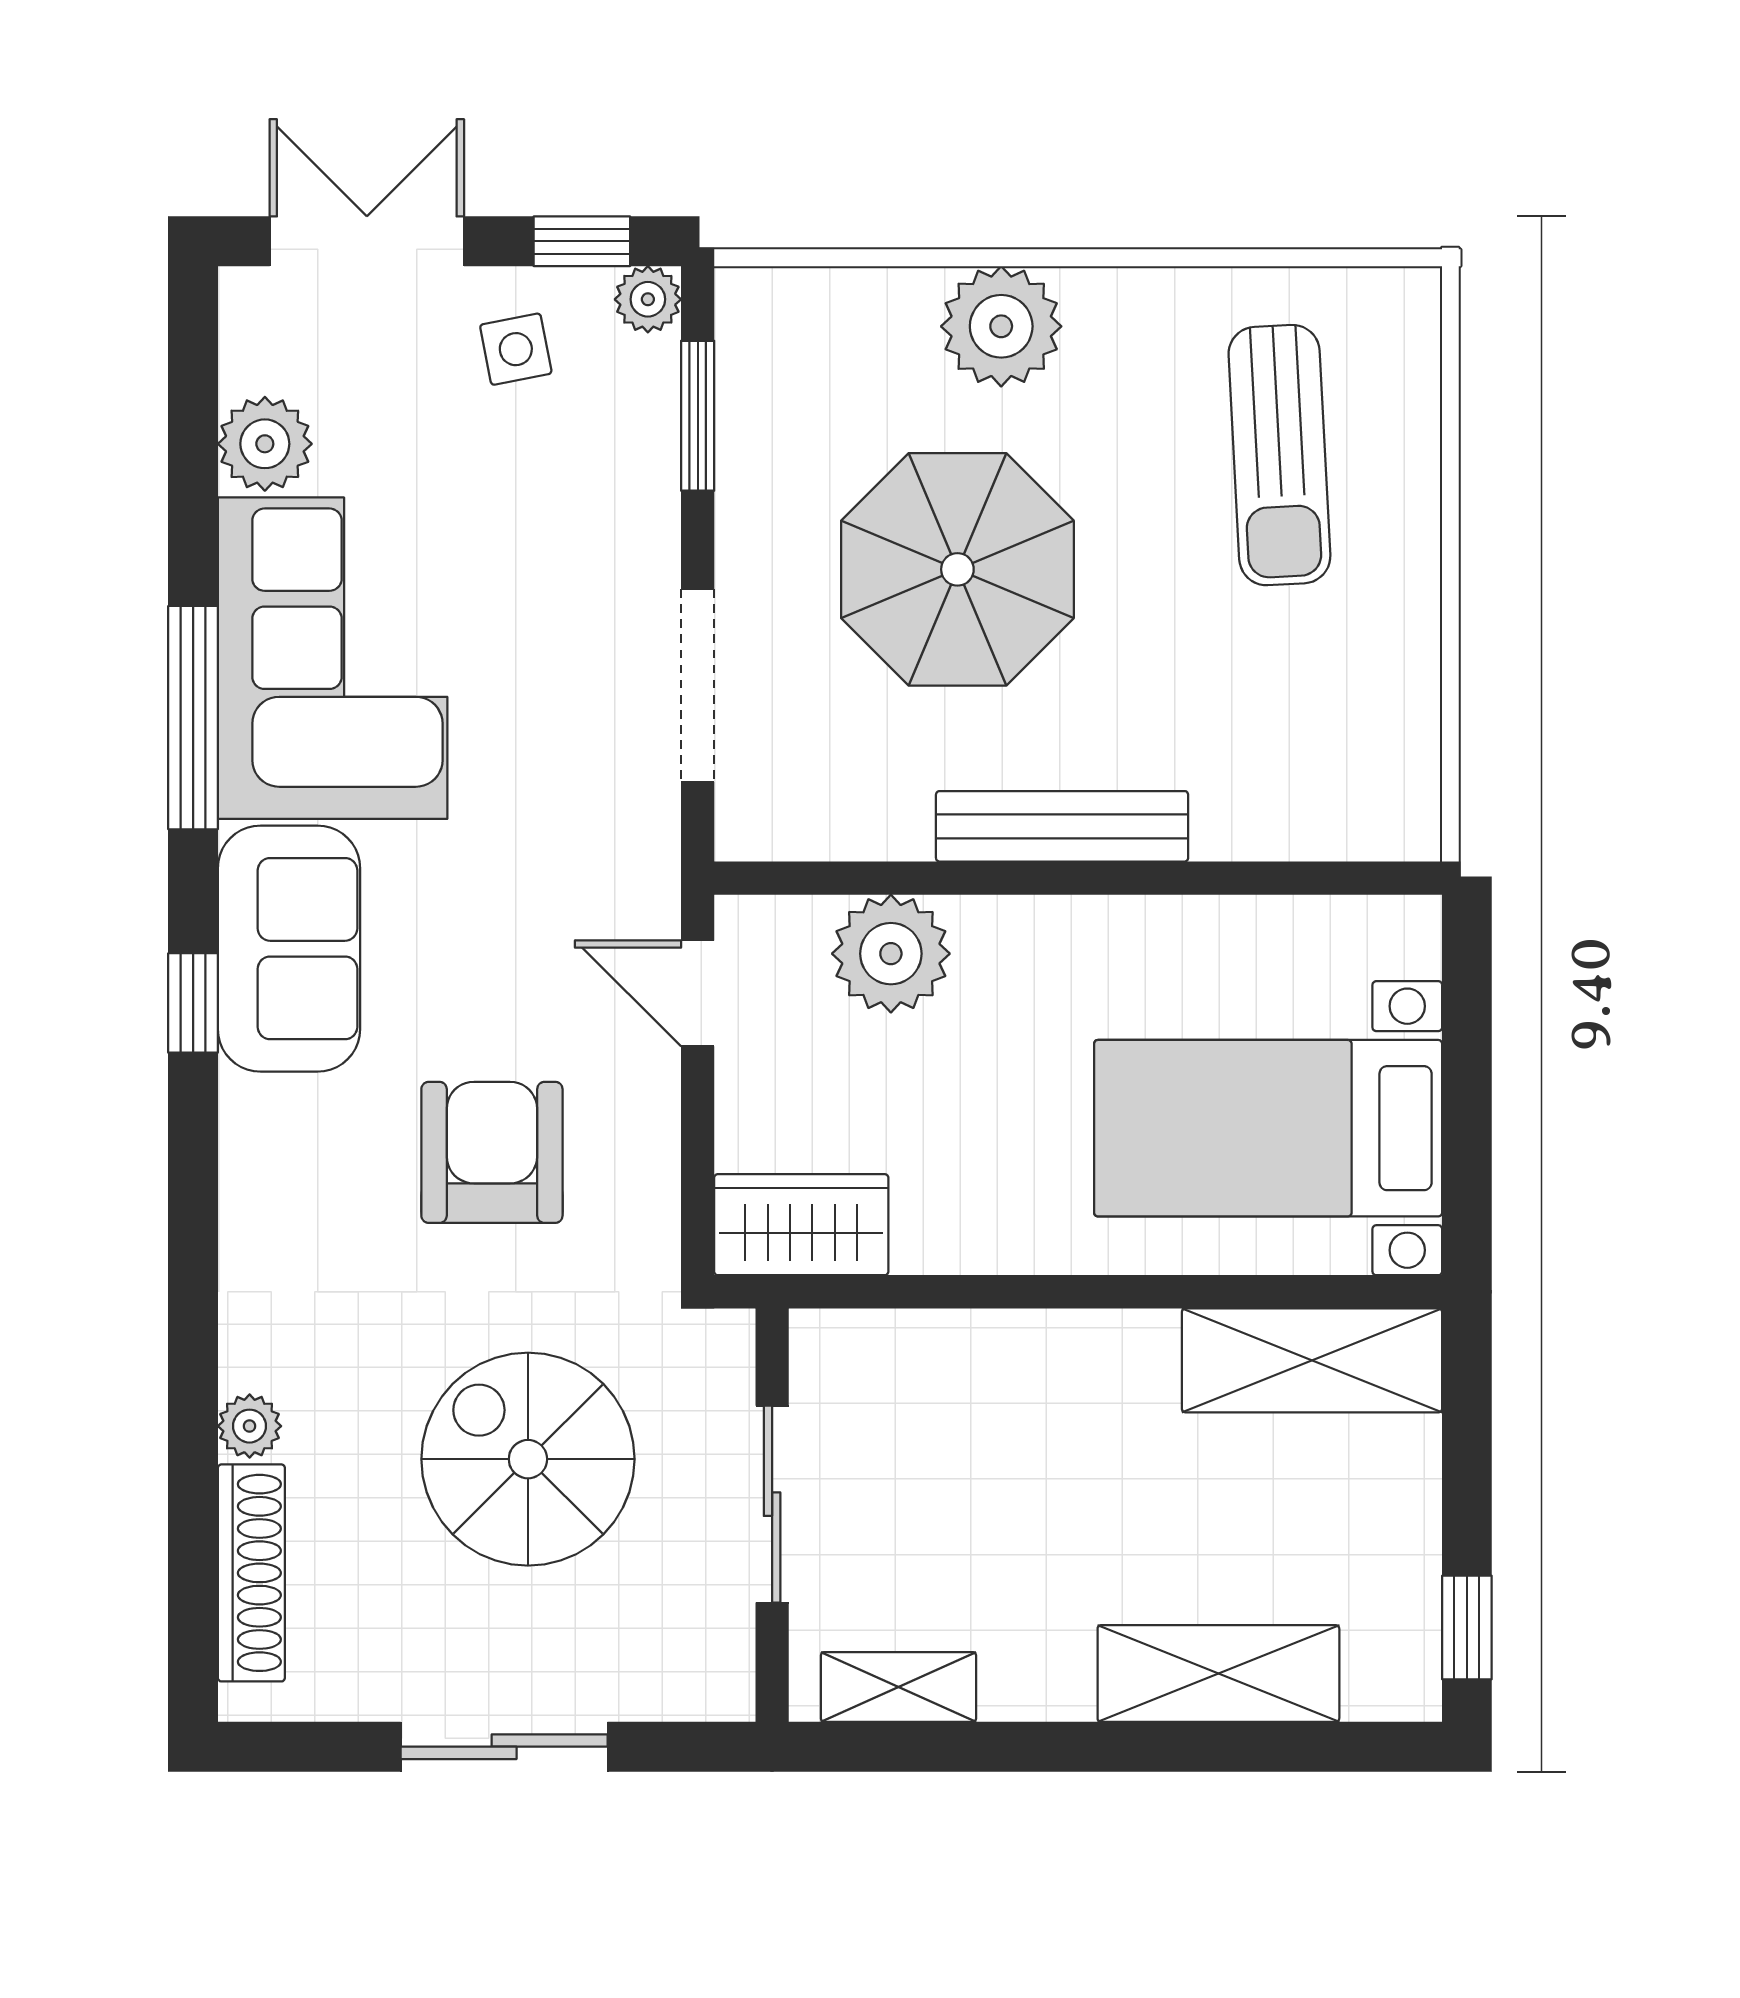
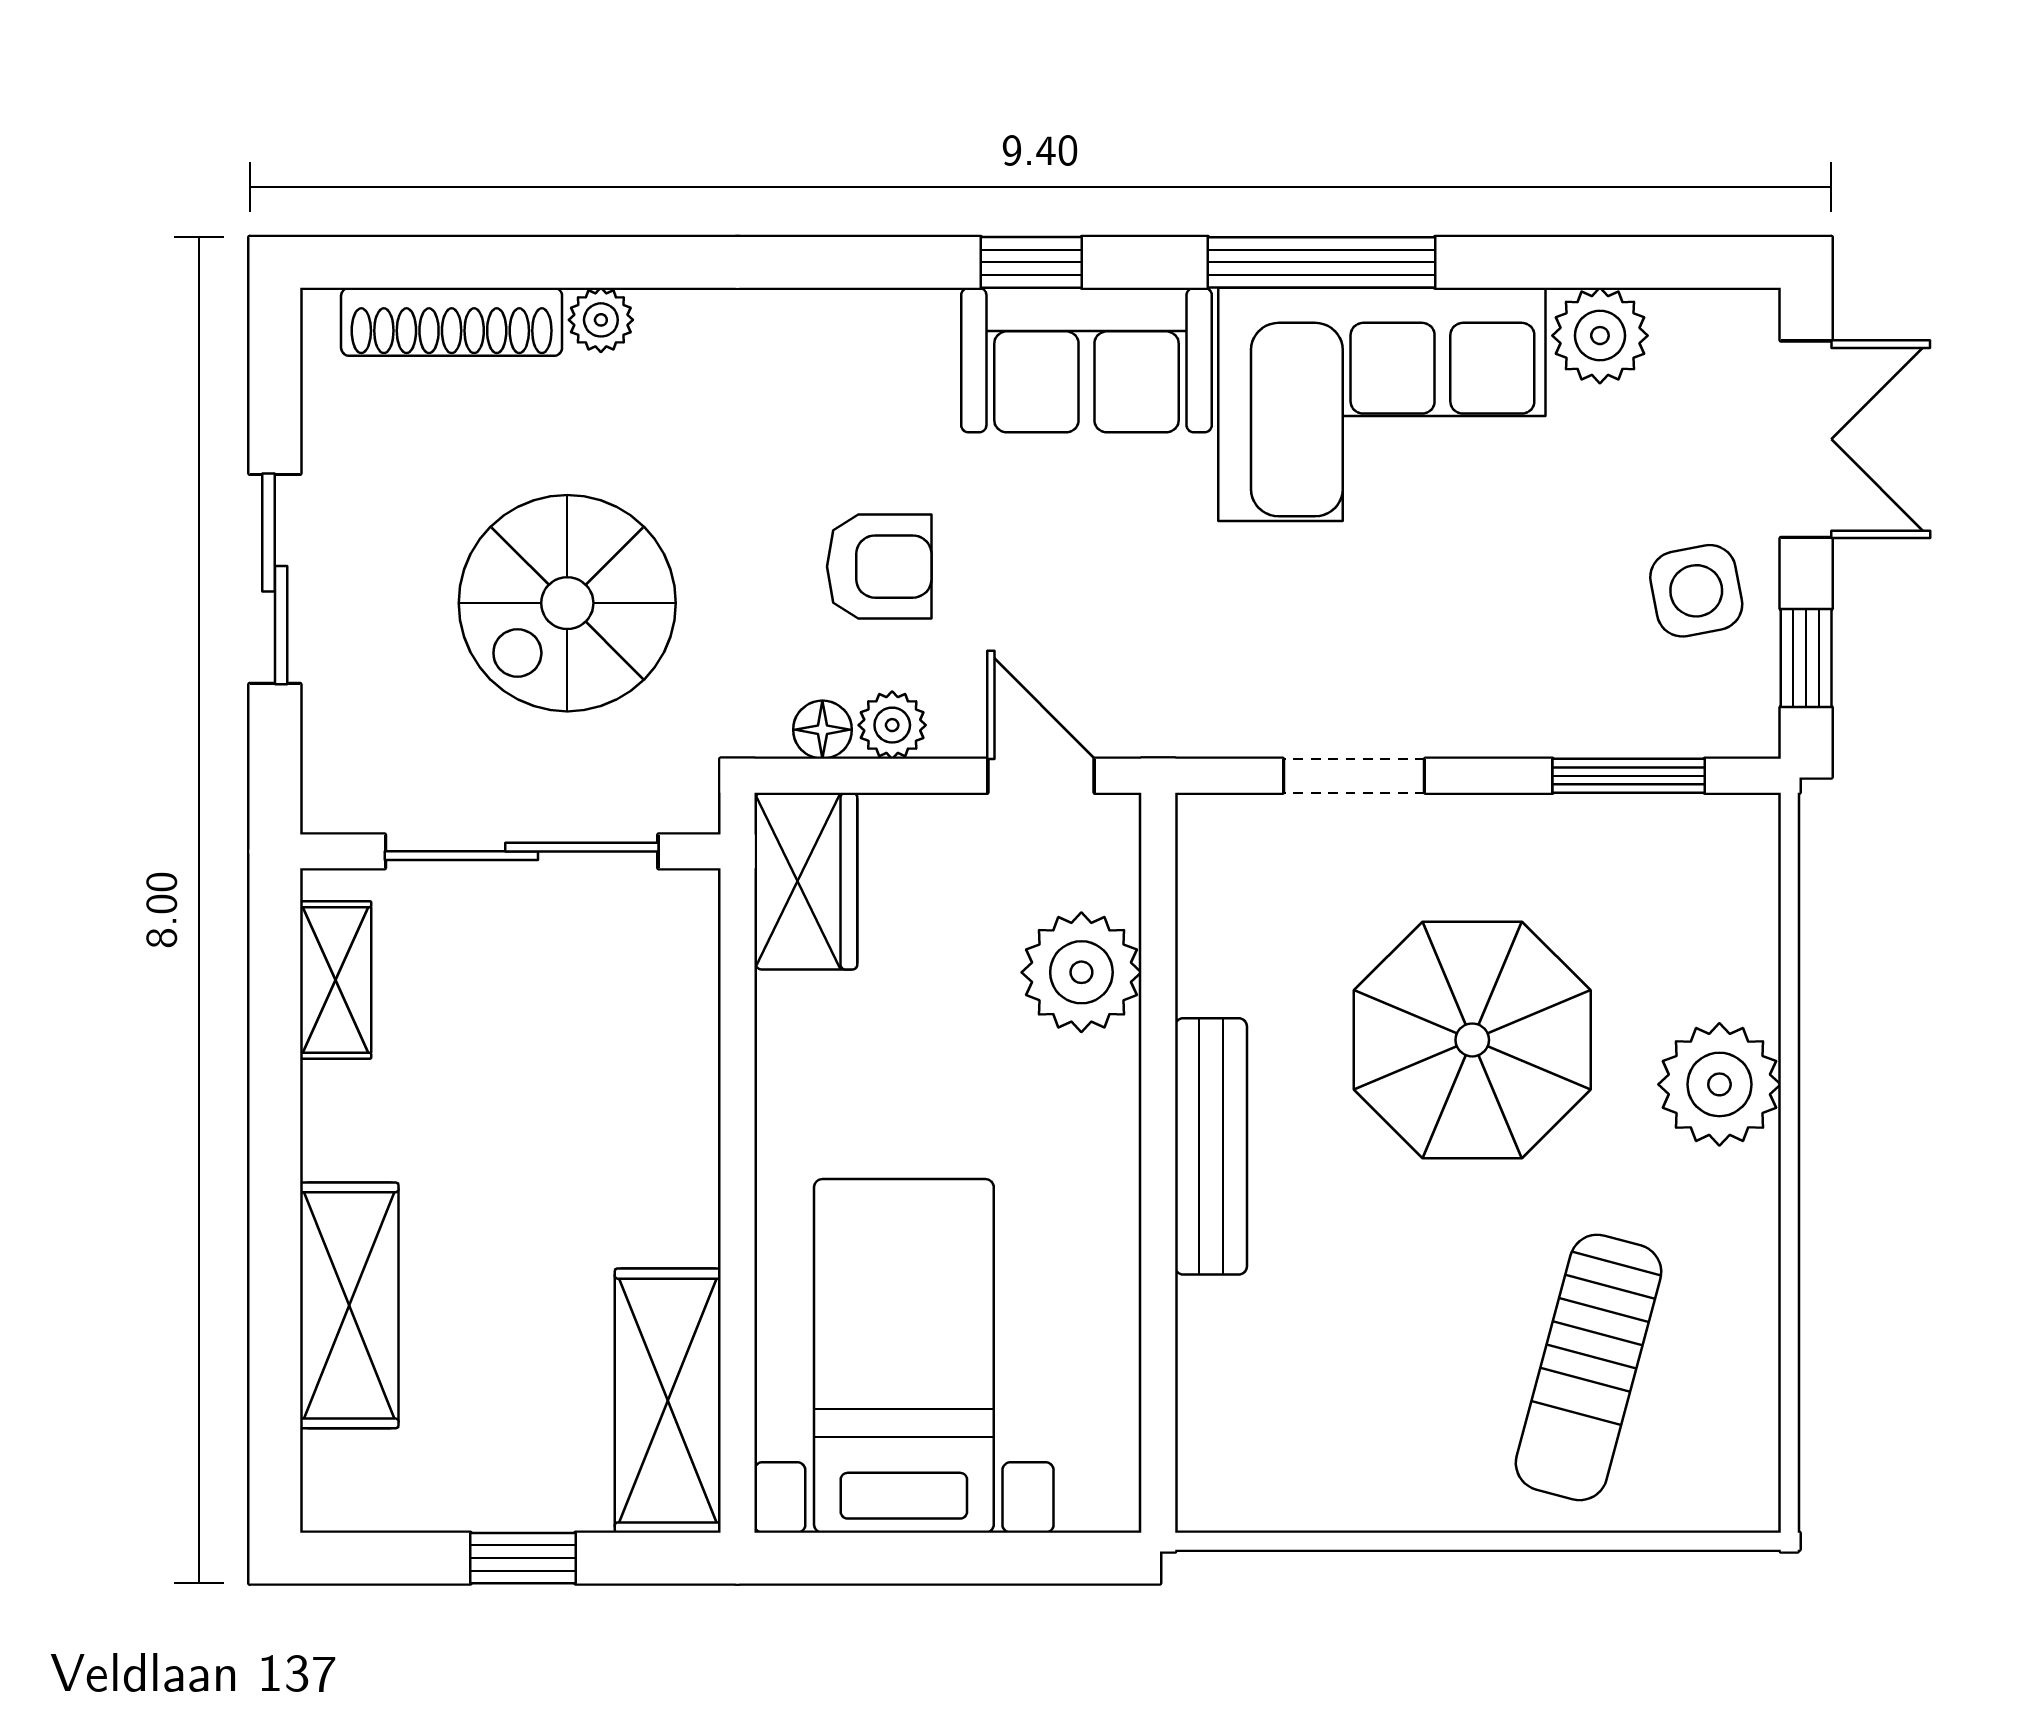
plant: (648, 299) -> (892, 725), moved
side table: (516, 349) -> (1696, 591), width x1.37, depth x1.37
sun lounger: (1279, 455) -> (1589, 1367), turned -72
doorway: (698, 686) -> (1354, 776), width x0.73
door: (698, 993) -> (1041, 776), hinge flipped
armchair: (492, 1152) -> (879, 567), width x0.72, depth x0.72
floor lamp: (652, 1208) -> (822, 730), added
spiral stairs: (528, 1459) -> (567, 603), turned 180
sliding door: (772, 1504) -> (522, 851), width x1.37
window: (1467, 1628) -> (523, 1558), moved

